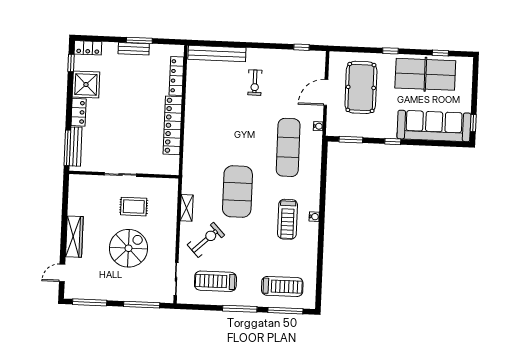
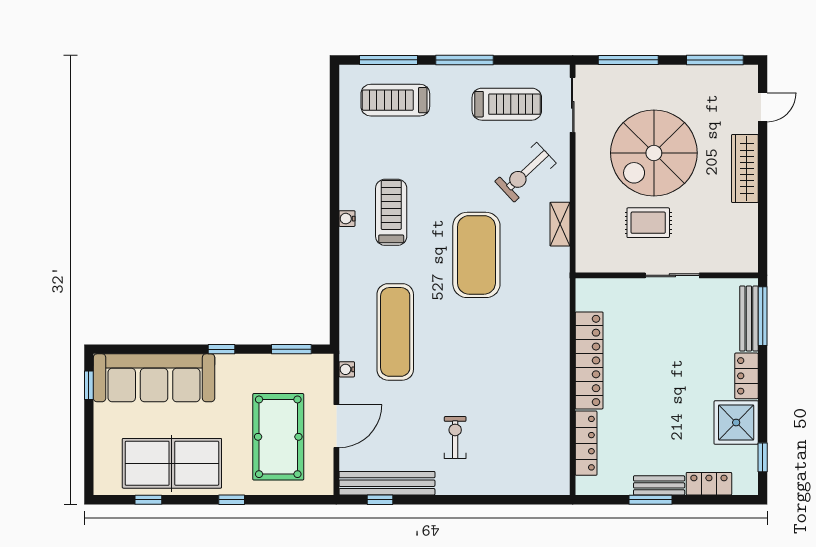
locker: (88, 48) -> (709, 484), moved
bench: (217, 54) -> (387, 483), moved
spiral stairs: (128, 248) -> (654, 153), width x1.37, depth x1.37

